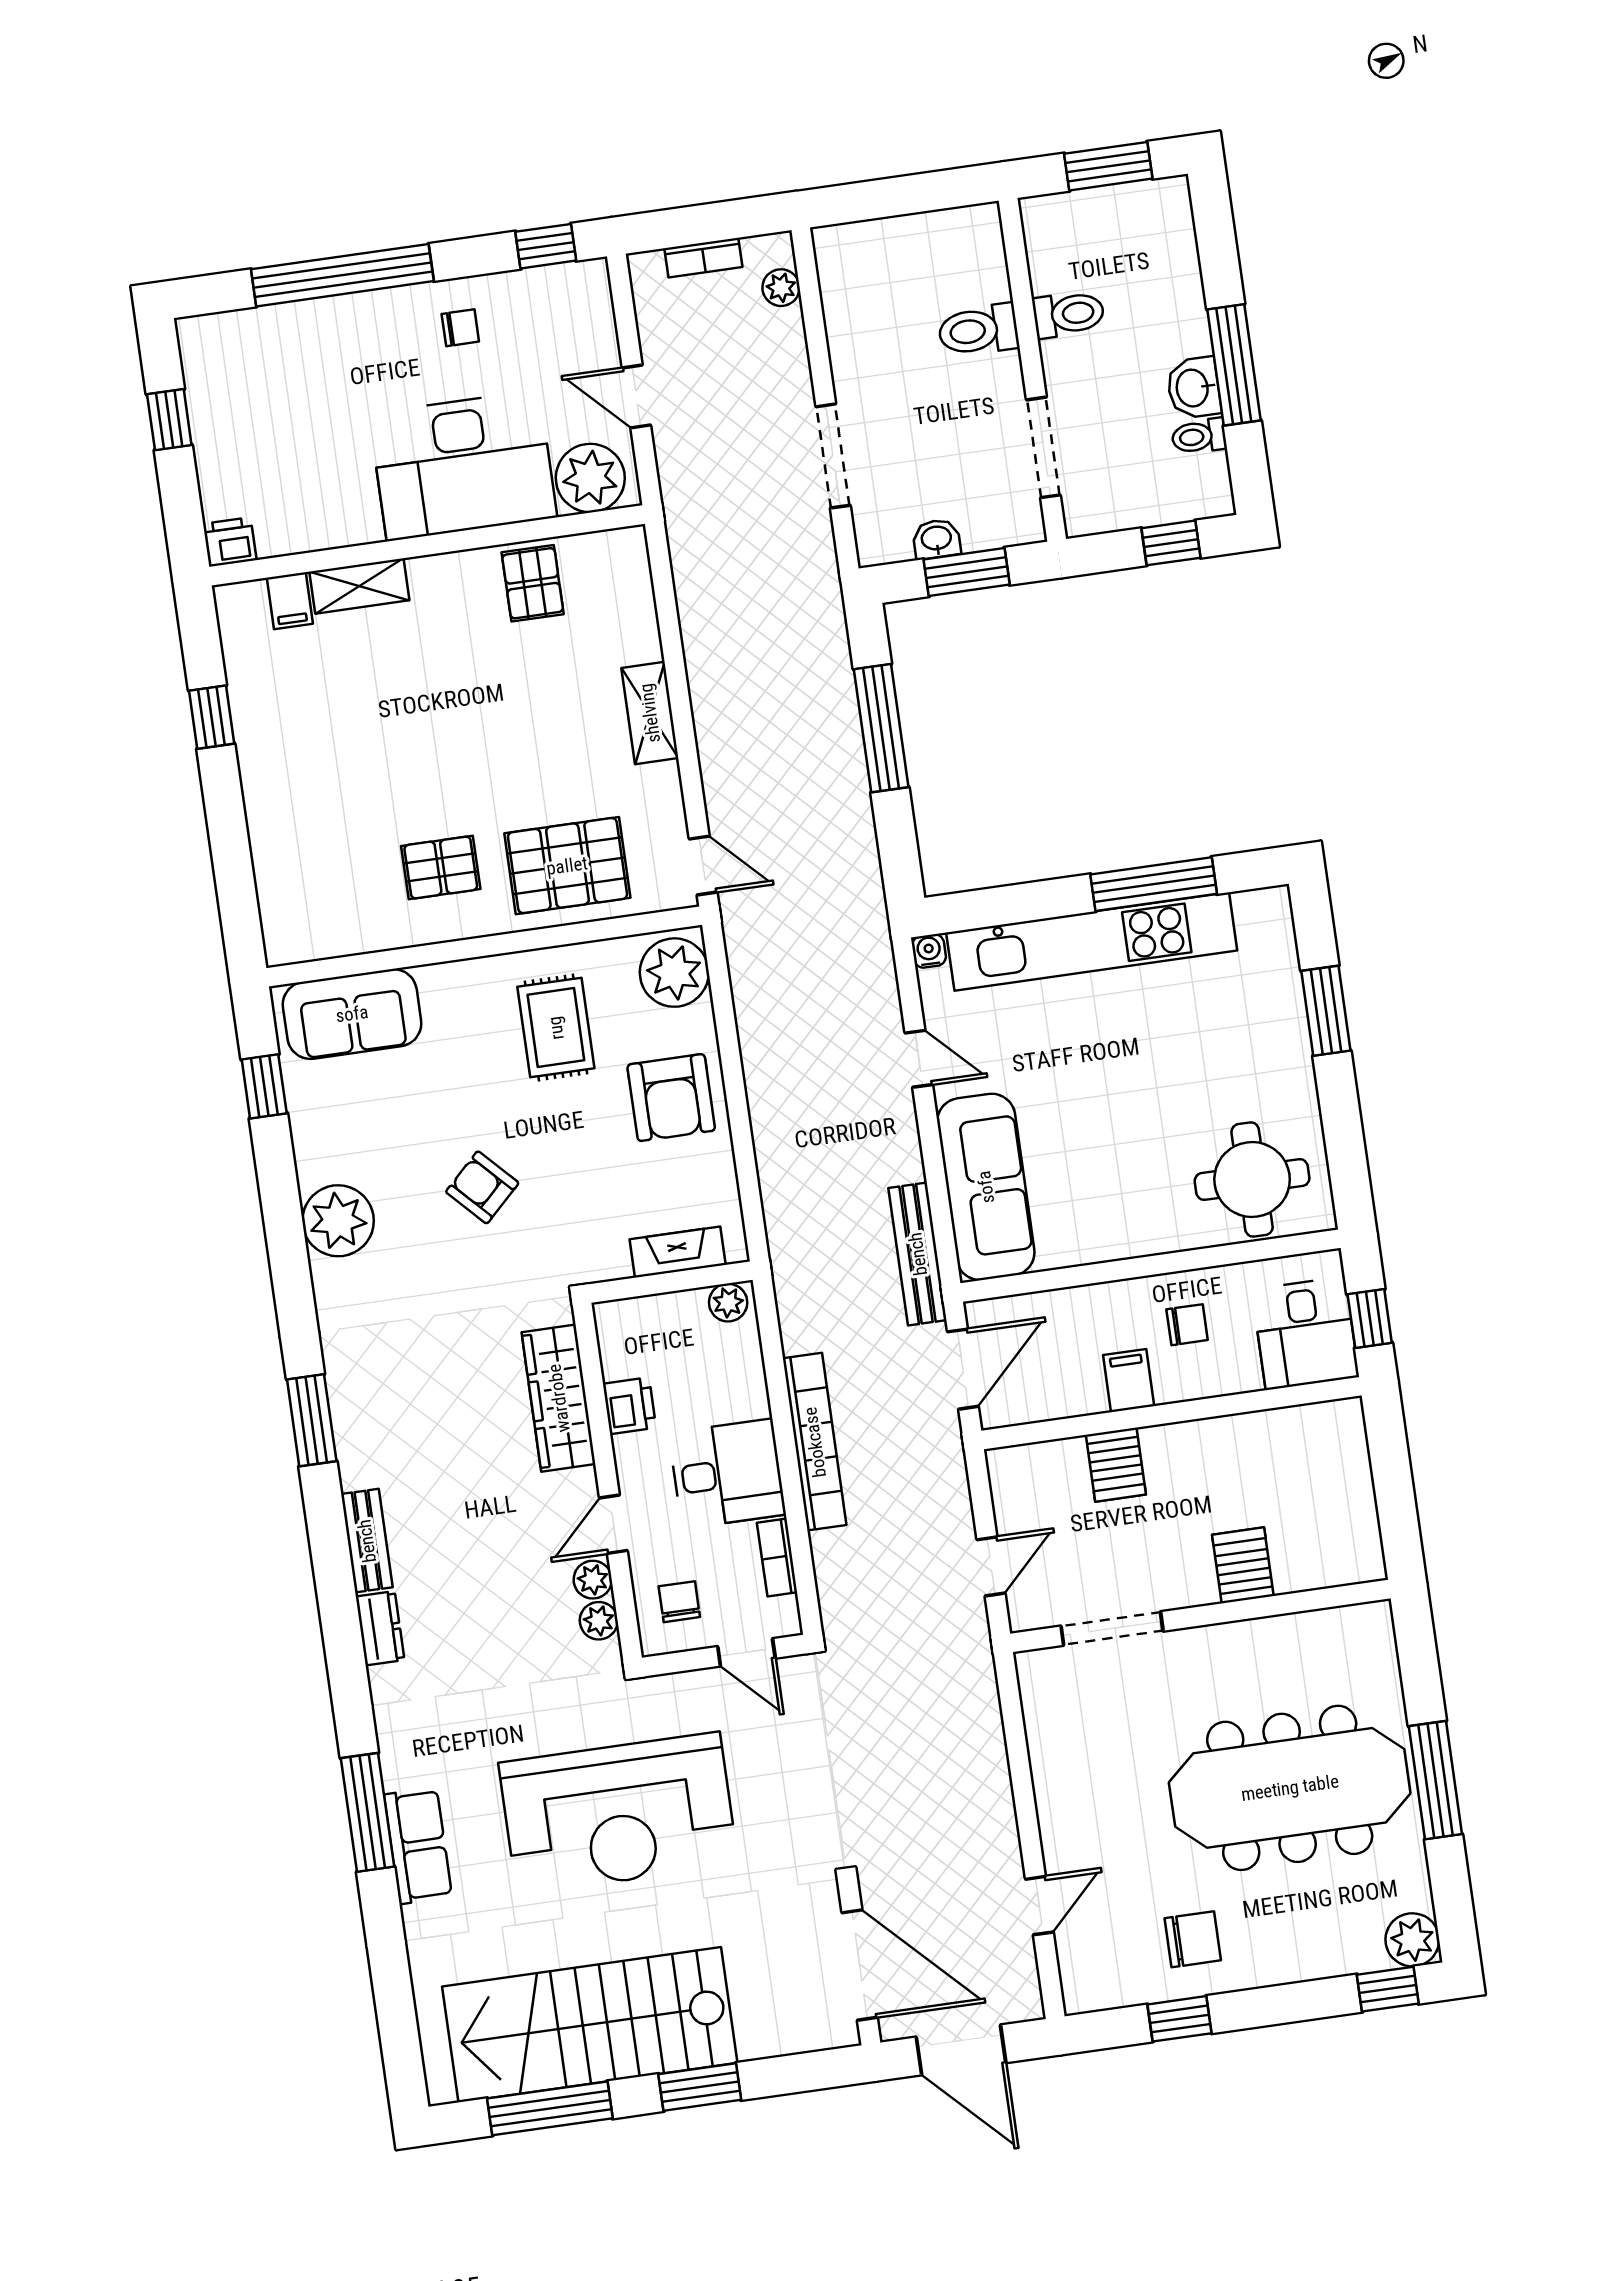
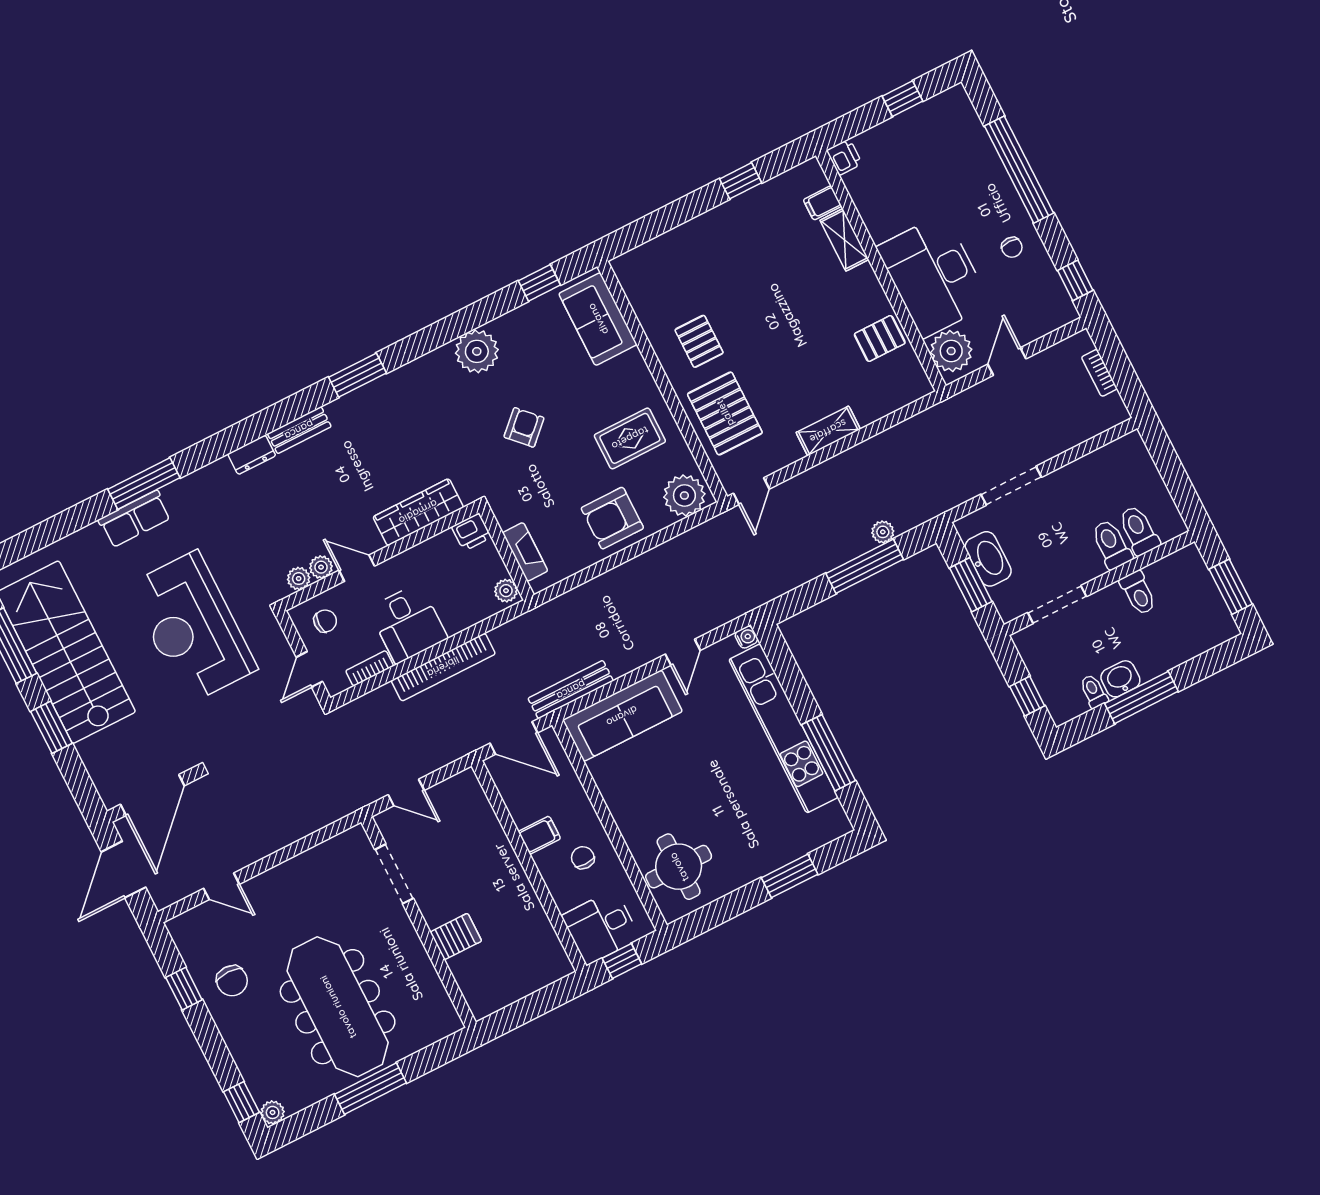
toilet: (971, 280) -> (1139, 530), added
plant: (781, 288) -> (883, 532), moved
washbasin: (936, 539) -> (988, 559), width x1.91, depth x1.45
chair: (1187, 1325) -> (583, 858), turned 180
printer: (629, 1406) -> (471, 532), moved
server rack: (1116, 1465) -> (489, 844), removed
plant: (1412, 1940) -> (273, 1112), width x0.73, depth x0.73

